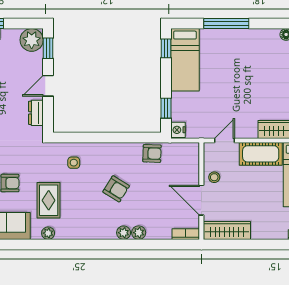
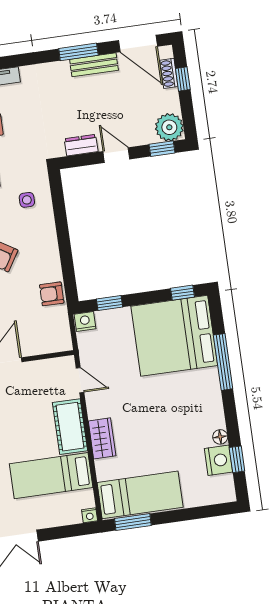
bed: (185, 60) -> (174, 336), width x2.04
armchair: (152, 153) -> (52, 294), turned 88
stool: (214, 177) -> (33, 374), removed

